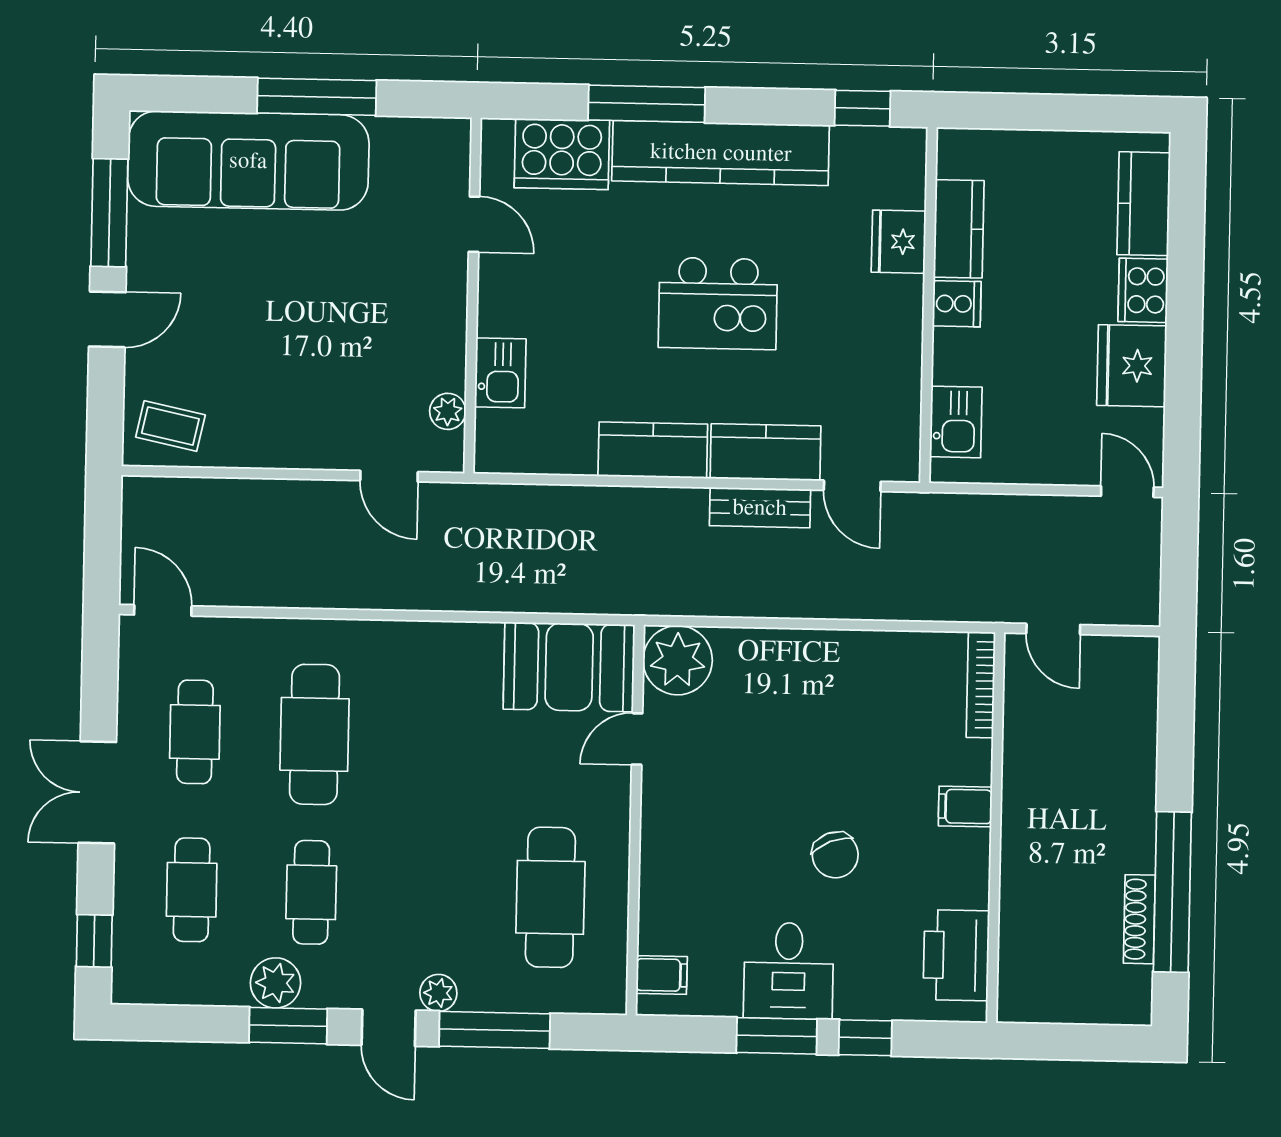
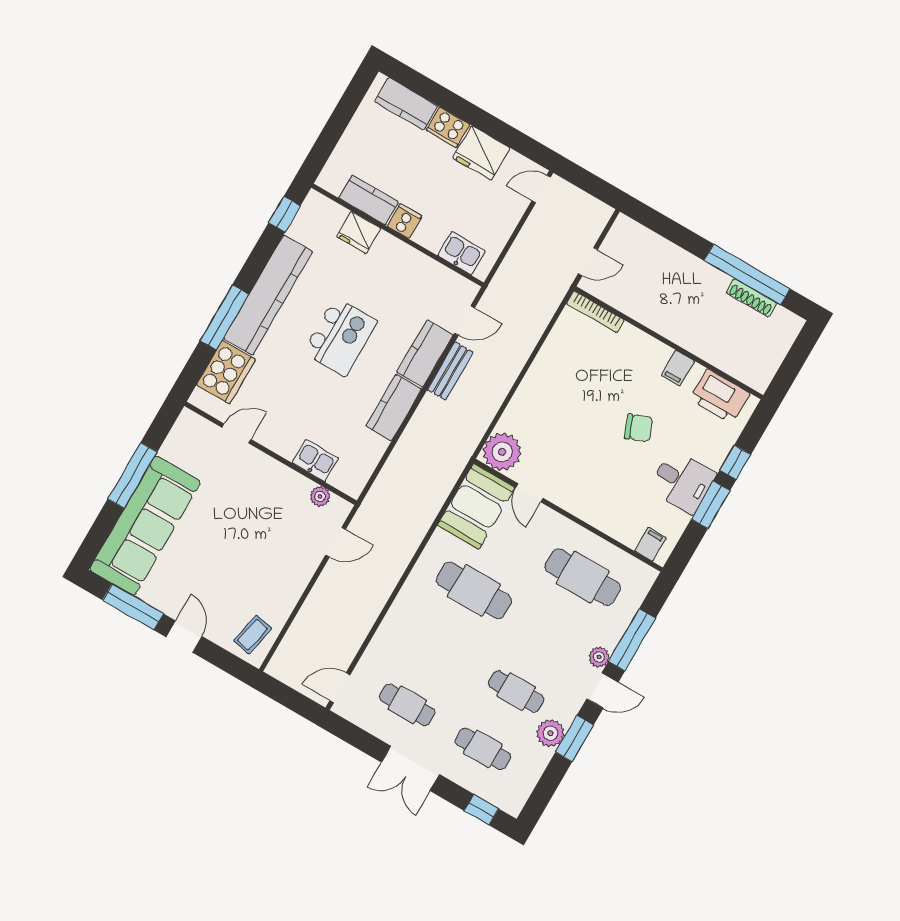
cafe table: (315, 734) -> (474, 590), moved
filing cabinet: (965, 806) -> (678, 368), moved

